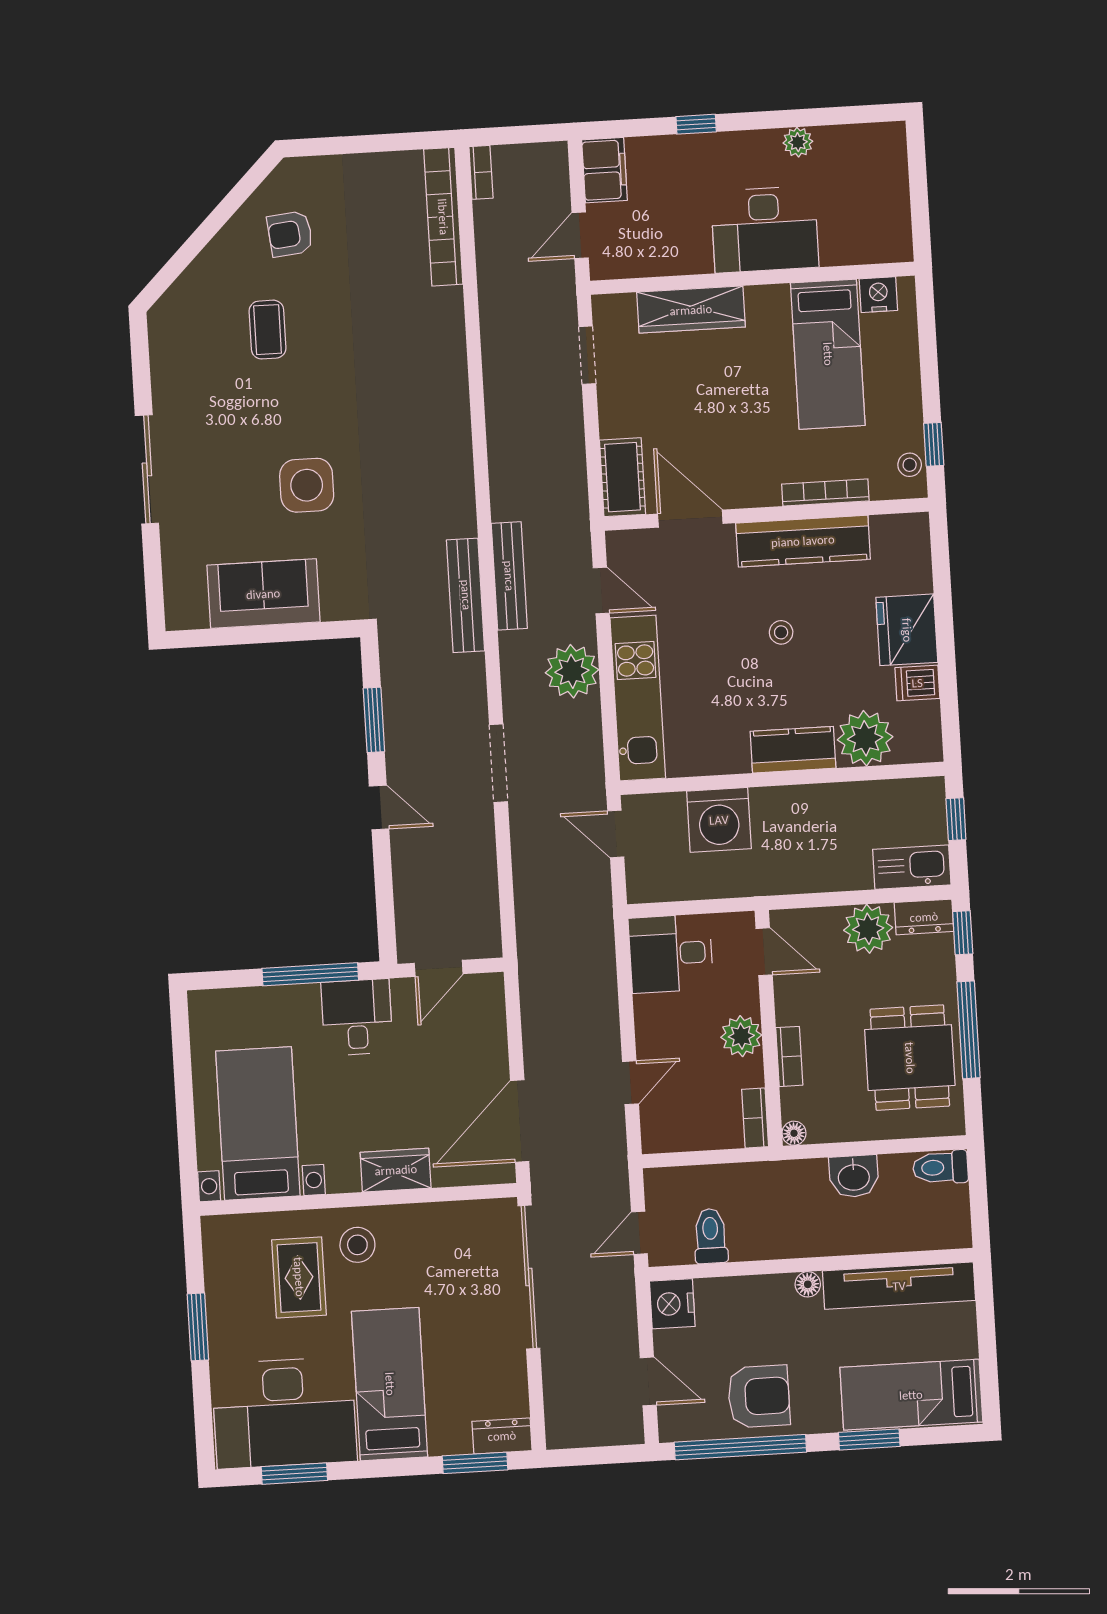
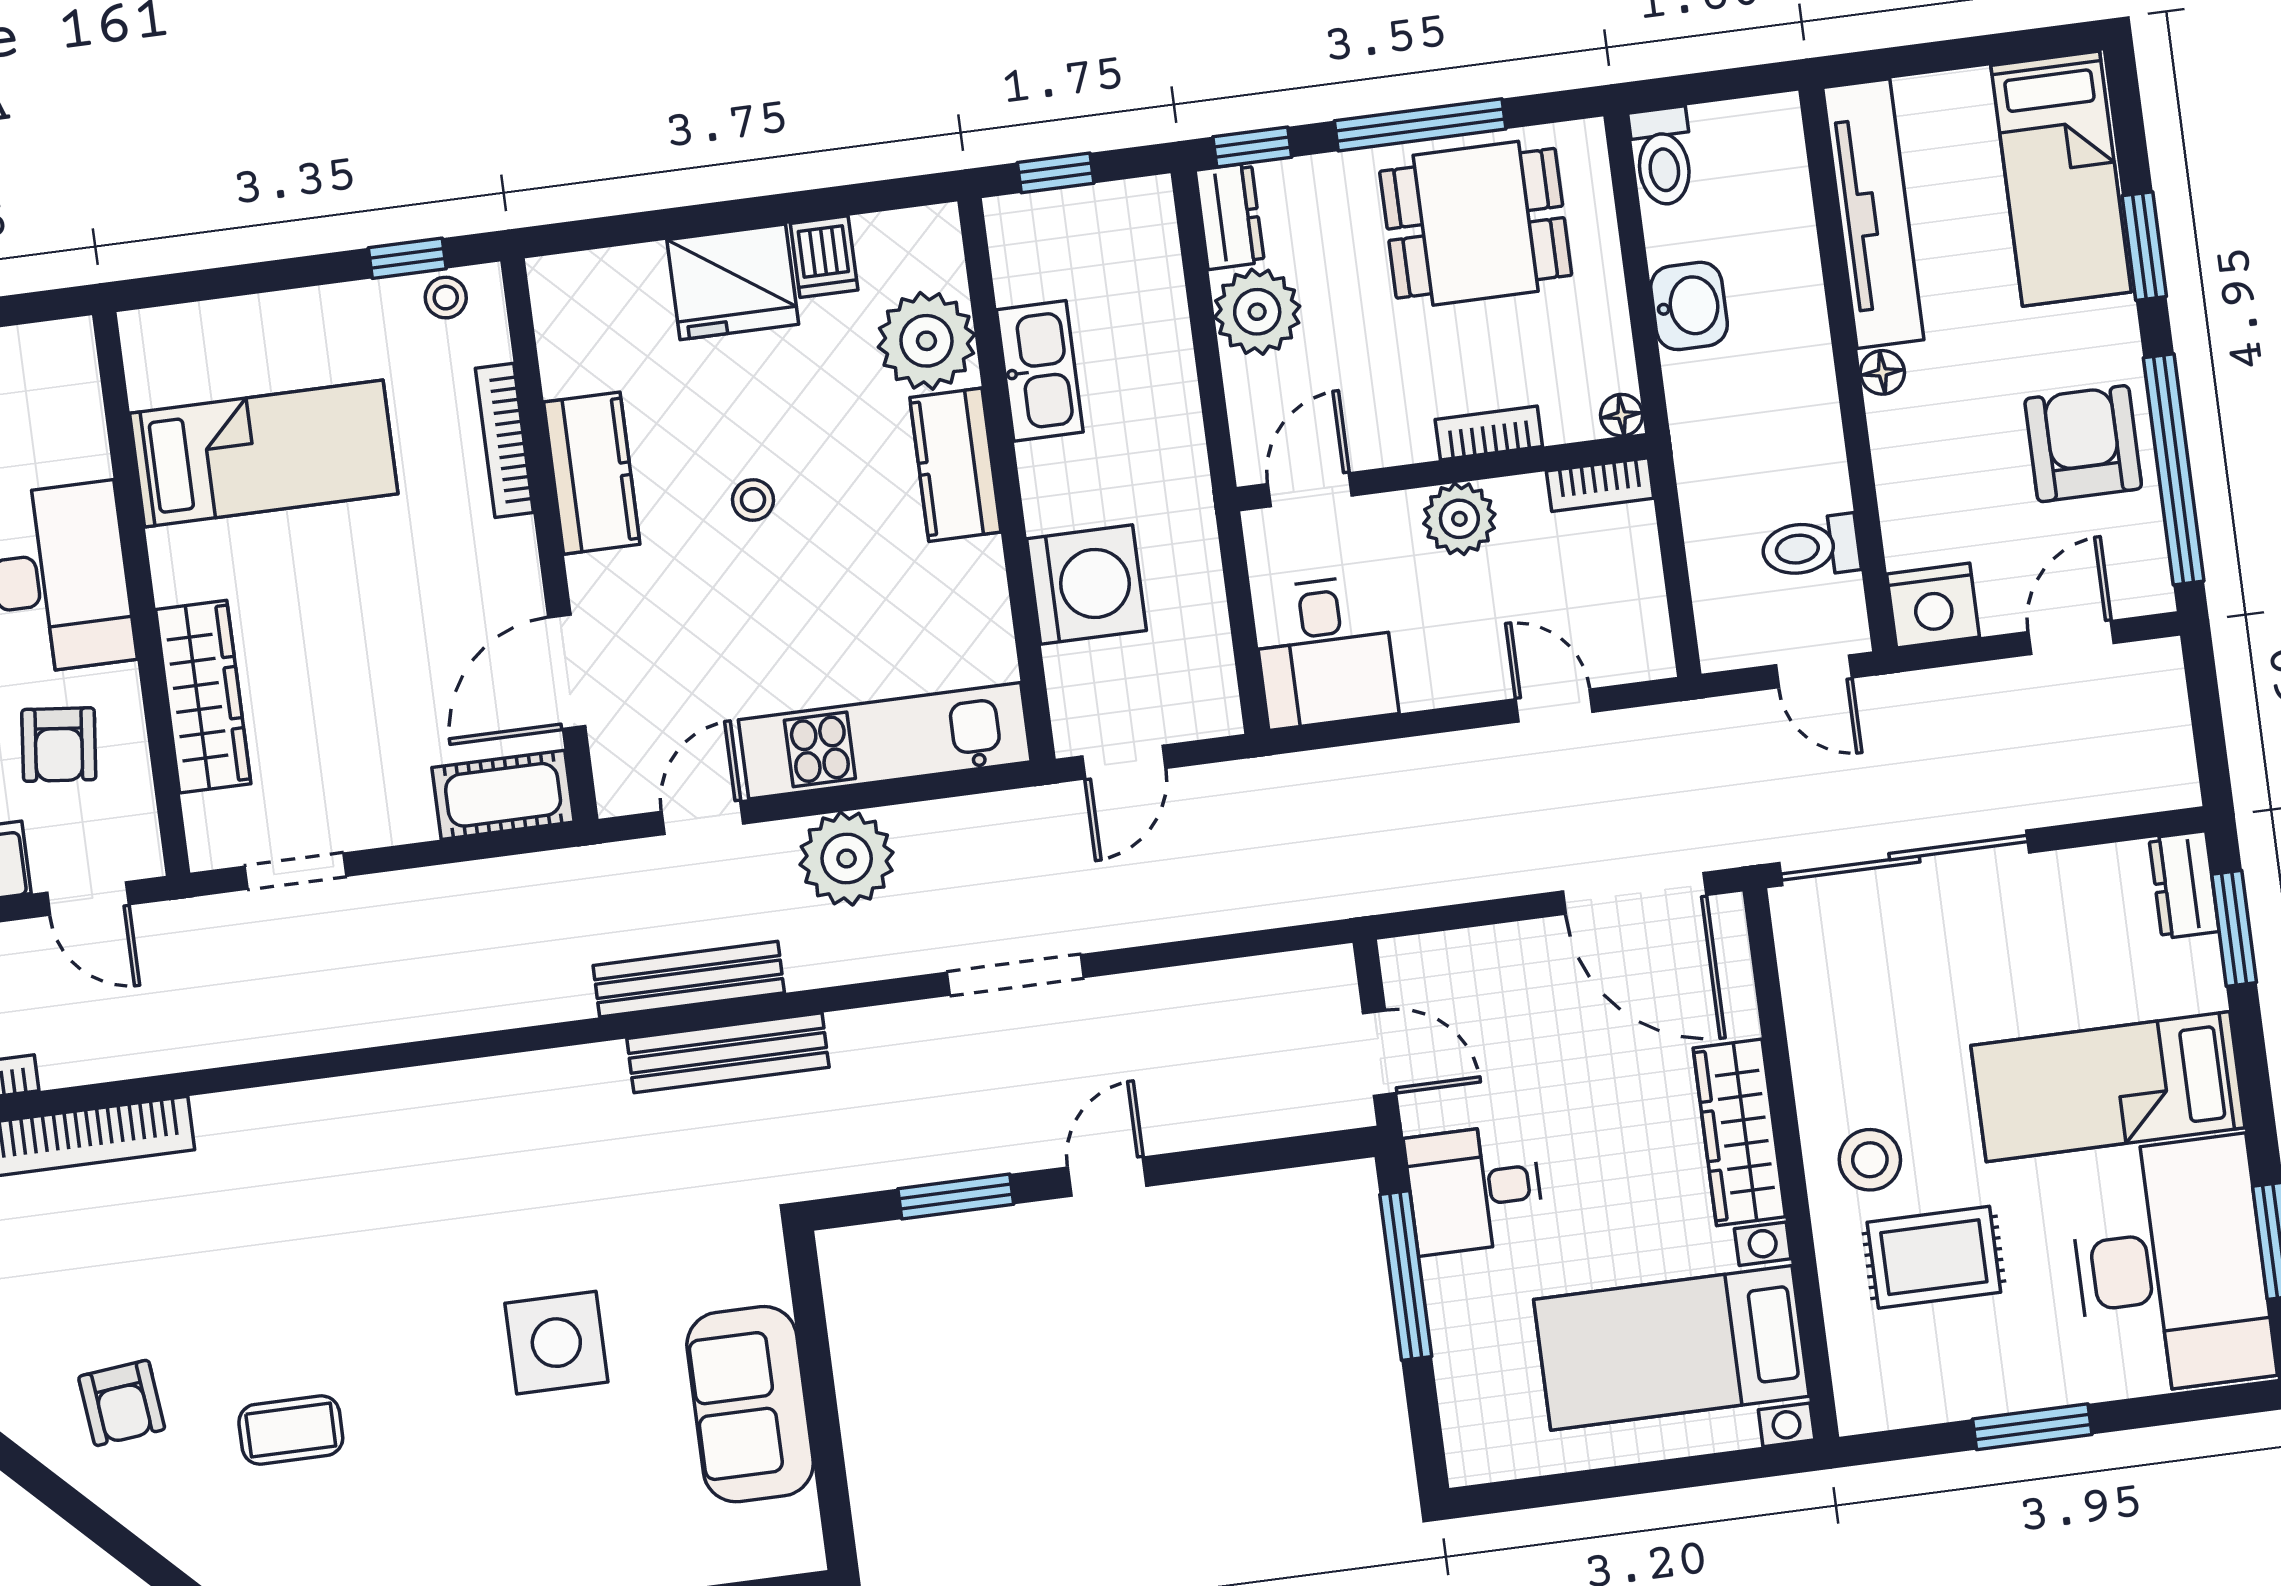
armchair: (670, 225) -> (59, 745), added
nightstand: (878, 295) -> (154, 373), removed
kitchen counter: (803, 541) -> (592, 473), width x0.67
kitchen sink: (912, 867) -> (1040, 371), moved, turned 180
wardrobe: (396, 1170) -> (1739, 1132), width x1.50

